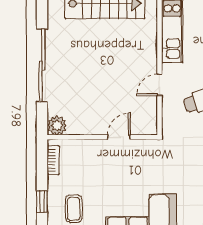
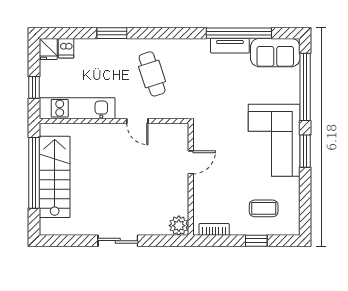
sliding door: (42, 66) -> (118, 241), width x0.54
door: (119, 137) -> (191, 162), swing flipped

